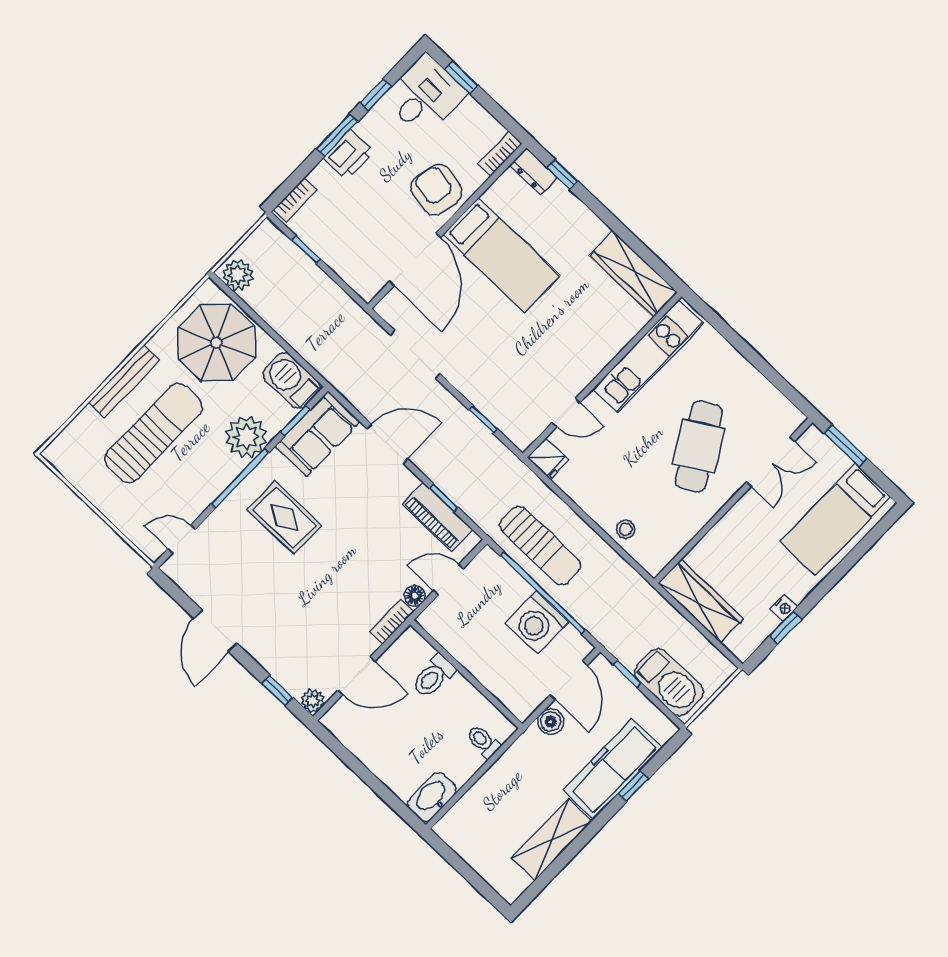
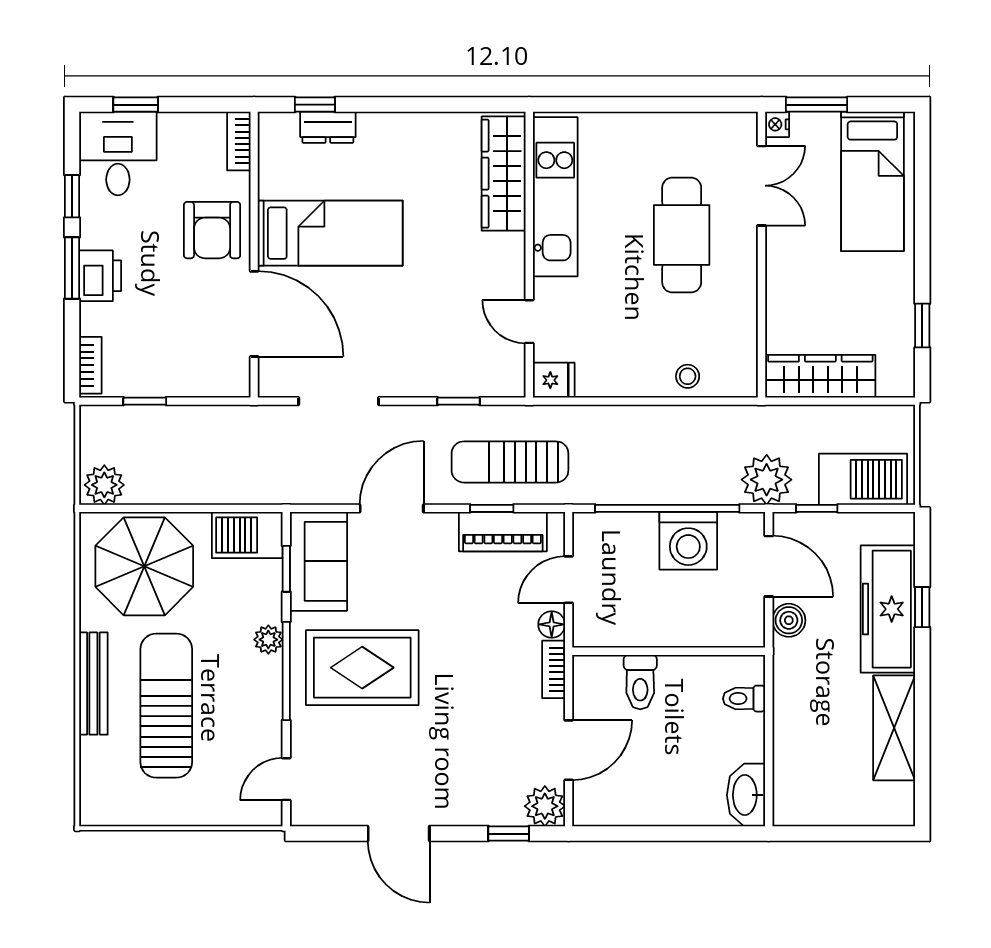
dresser: (534, 171) -> (328, 127), moved
armchair: (437, 190) -> (212, 230), turned -101
wardrobe: (633, 274) -> (504, 174), moved, turned 90
door: (566, 413) -> (529, 322), swing flipped
plant: (247, 437) -> (268, 640), width x0.53, depth x0.53
cafe table: (699, 446) -> (682, 235), turned 31
rug: (285, 518) -> (362, 668), width x1.36, depth x1.43
sun lounger: (540, 546) -> (510, 462), moved, turned 180
nightstand: (784, 608) -> (777, 124), moved, turned 180
plant: (614, 630) -> (767, 480), added
plant: (313, 701) -> (545, 806), width x1.38, depth x1.38

